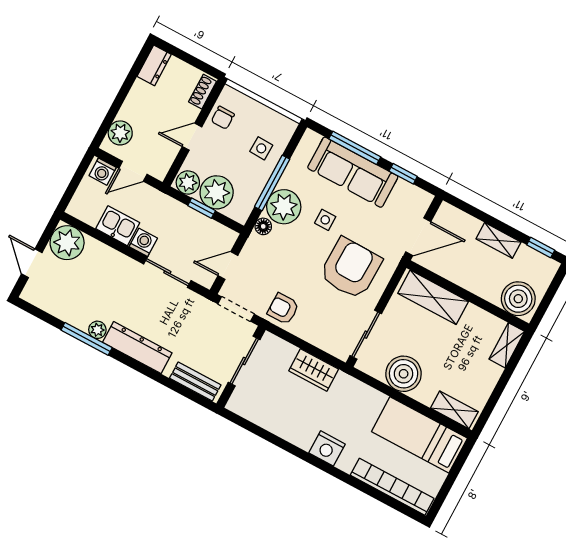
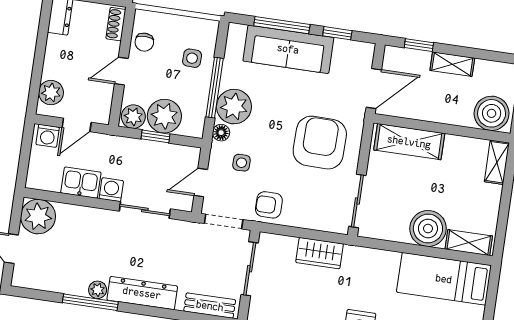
side table: (325, 220) -> (241, 163), moved
window: (541, 247) -> (419, 45), moved
boiler: (404, 374) -> (428, 228), moved

